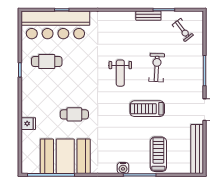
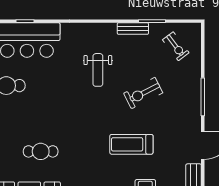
exercise bike: (157, 68) -> (143, 93), turned -120
weight bench: (120, 73) -> (98, 70), moved

